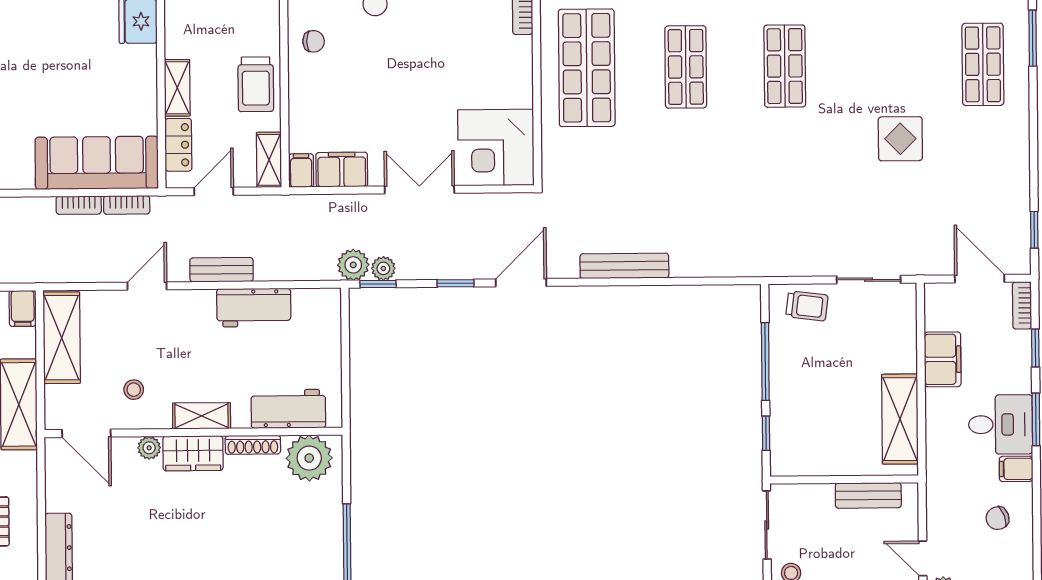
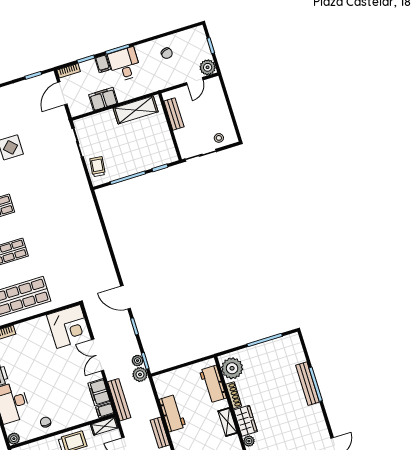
bench: (624, 266) -> (119, 400), moved
filing cabinet: (1016, 469) -> (103, 64), moved

